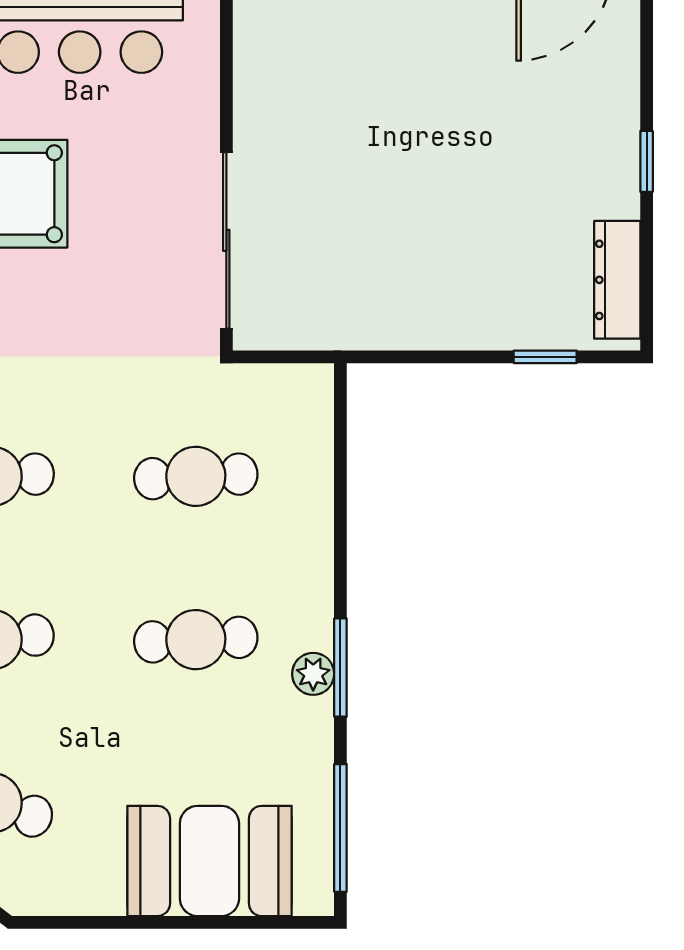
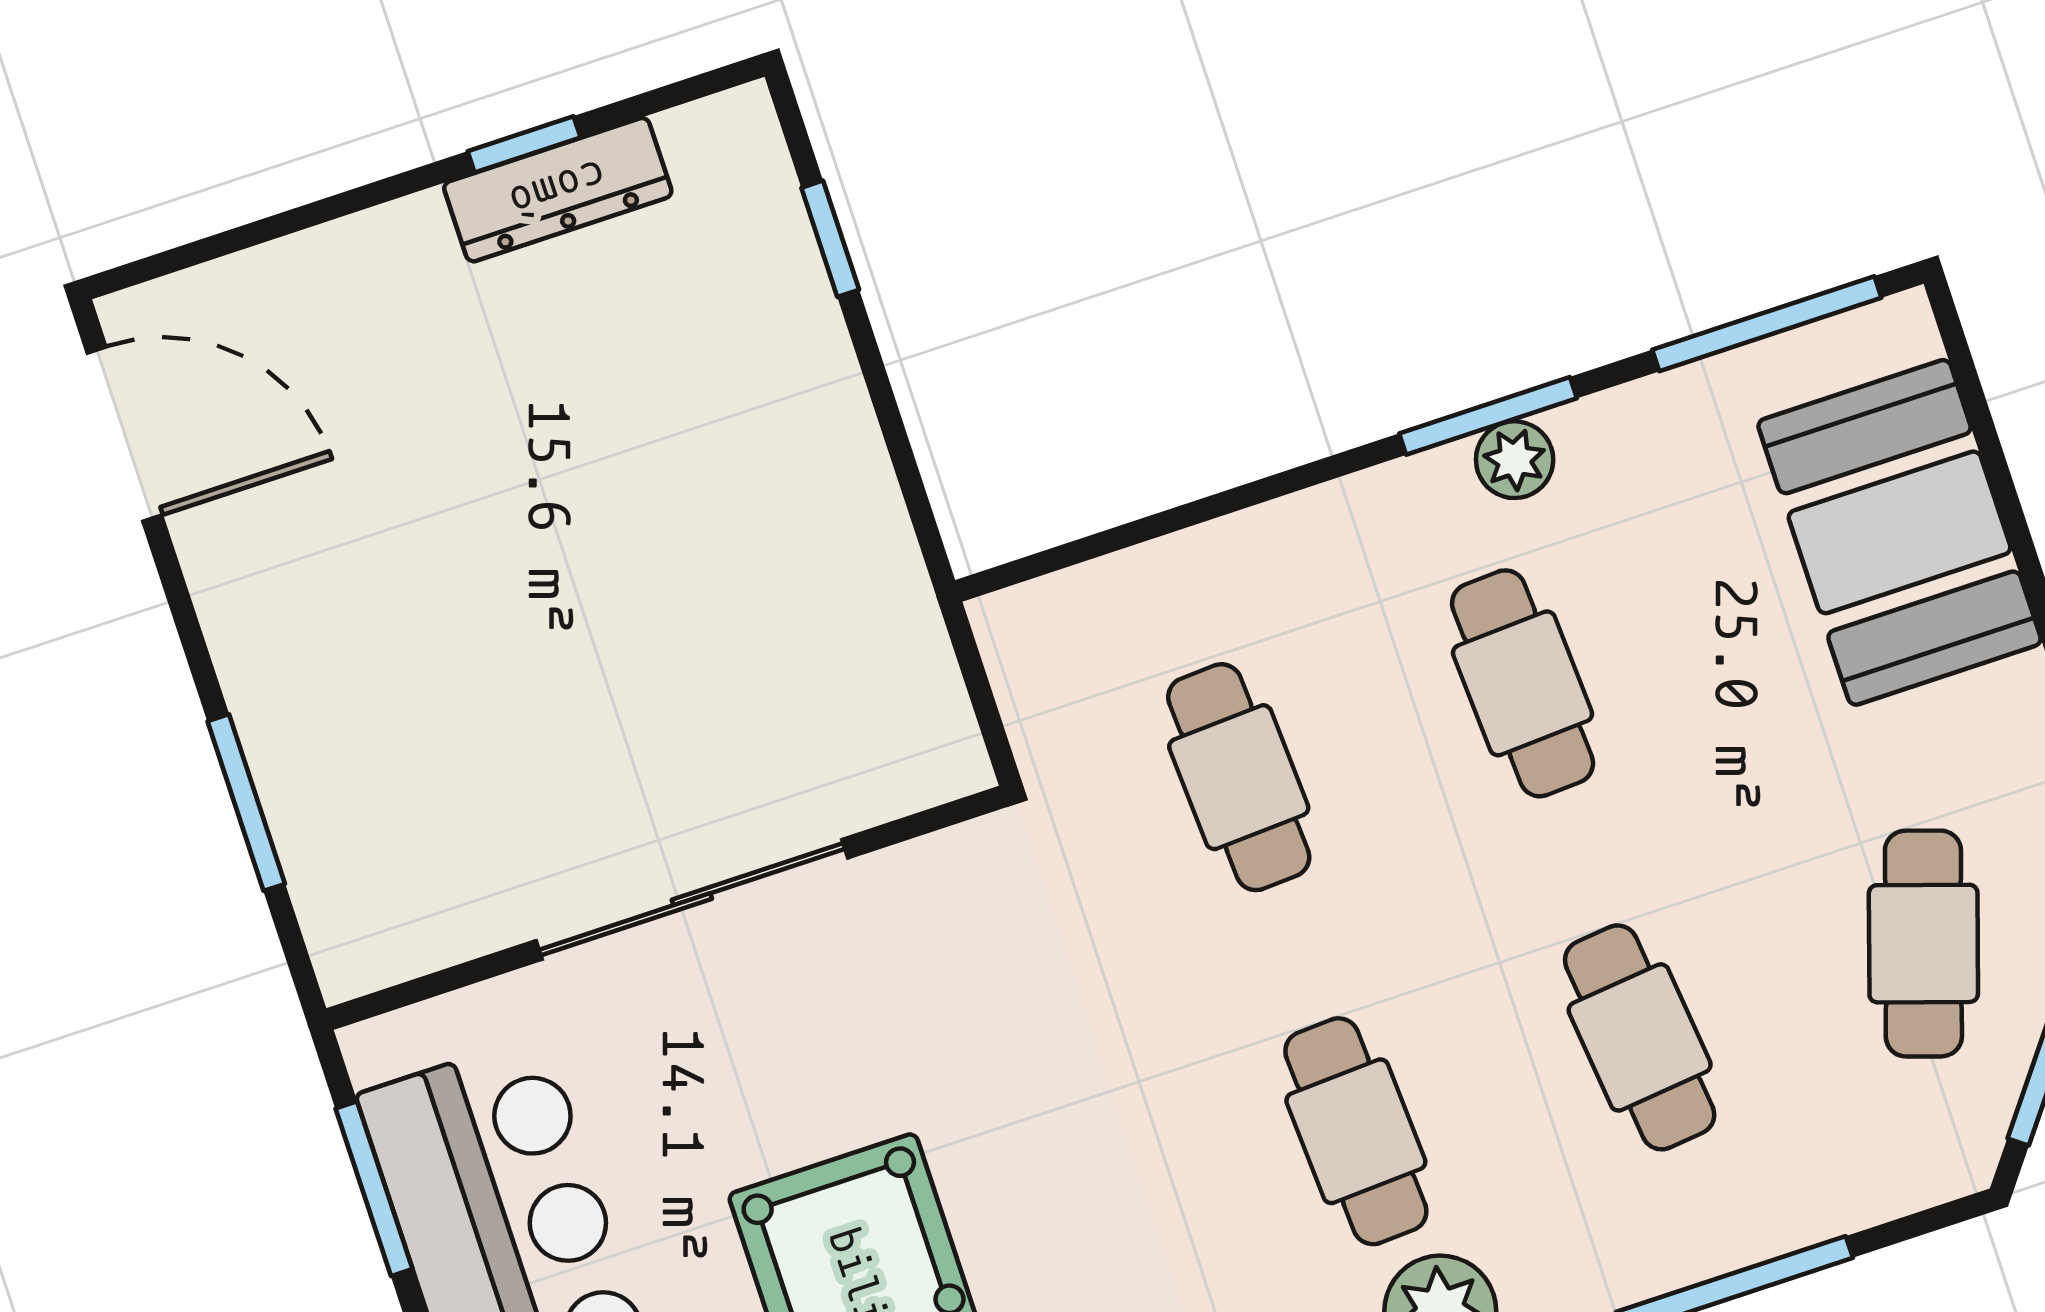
window: (647, 161) -> (524, 144), moved
sliding door: (226, 240) -> (692, 899), moved
dresser: (617, 280) -> (558, 190), moved

